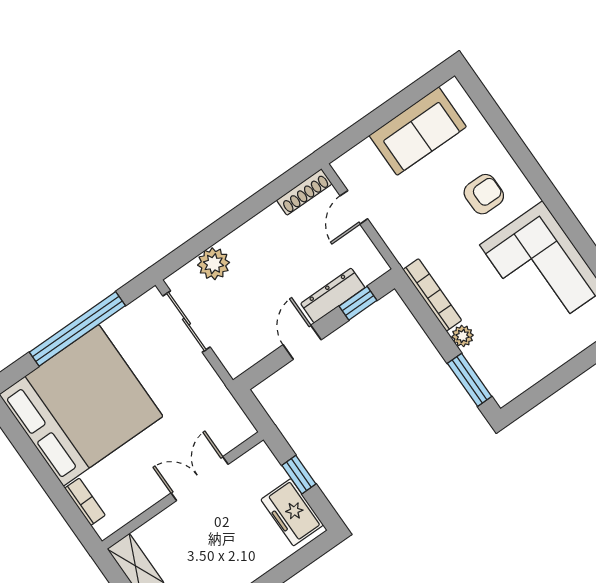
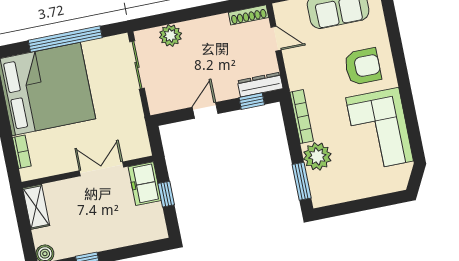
armchair: (484, 194) -> (363, 66), width x1.38, depth x1.38
door: (354, 207) -> (276, 39), swing flipped
dresser: (333, 296) -> (260, 85), moved
plant: (463, 336) -> (317, 156), width x1.88, depth x1.88
freezer: (292, 512) -> (145, 184), moved

